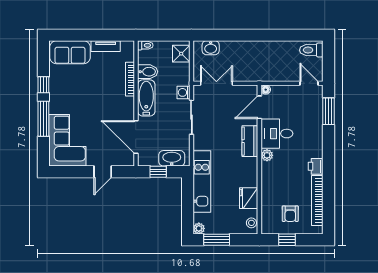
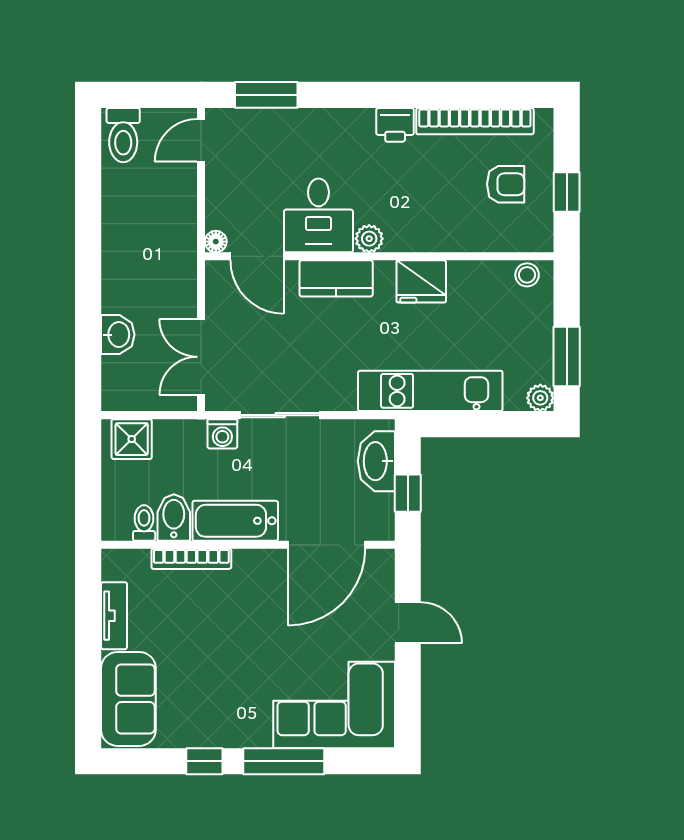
toilet: (145, 45) -> (144, 523), moved
washbasin: (211, 48) -> (118, 335), moved
fridge: (249, 198) -> (421, 281), moved

